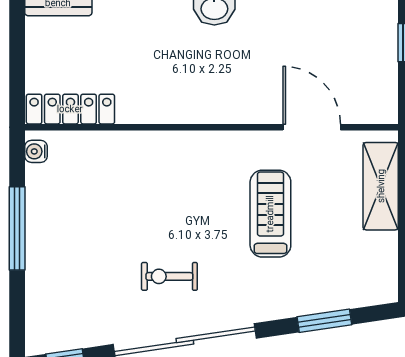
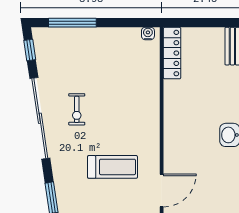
window: (17, 228) -> (72, 23), moved
exercise bike: (169, 276) -> (77, 109), turned 180

